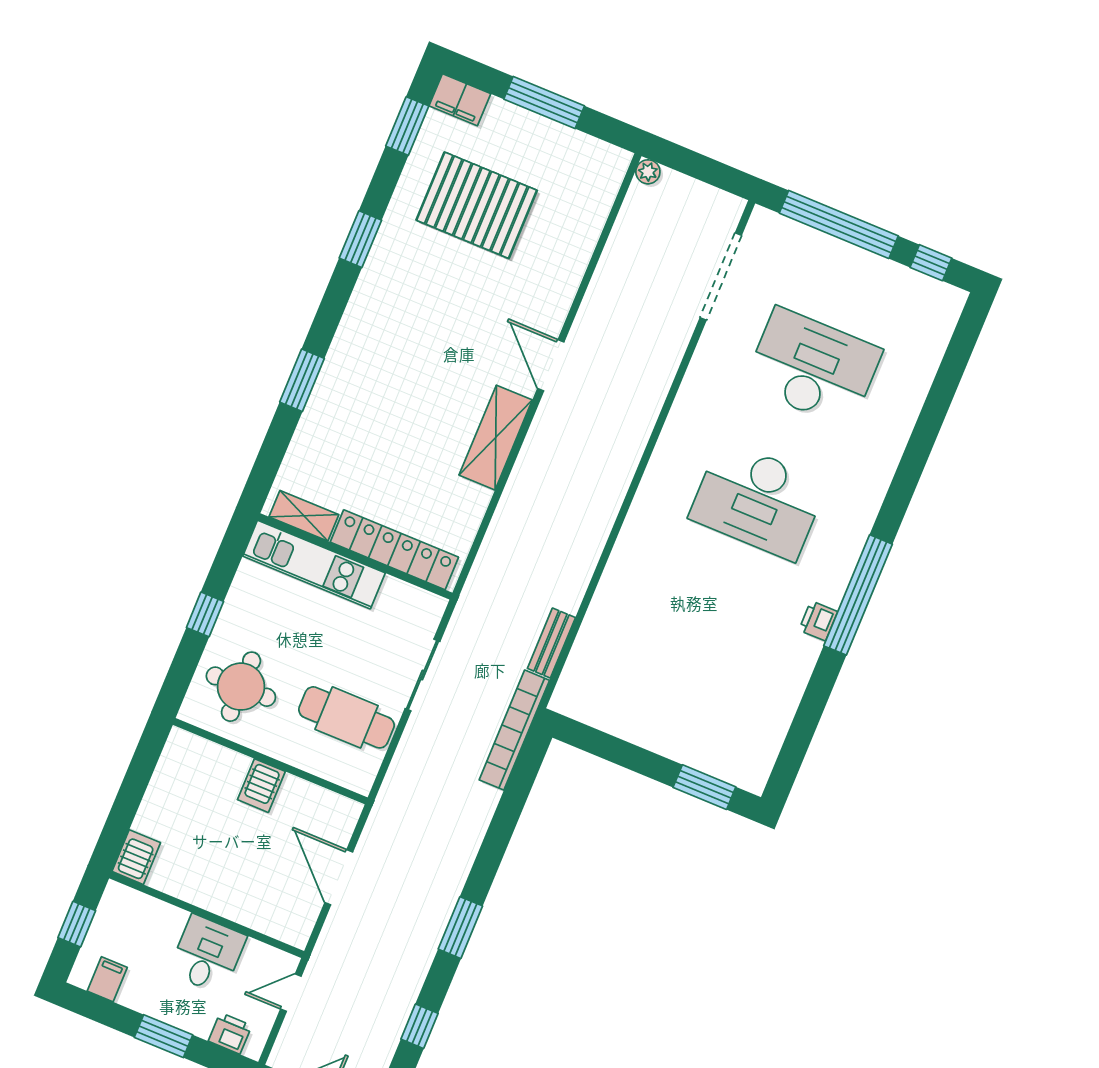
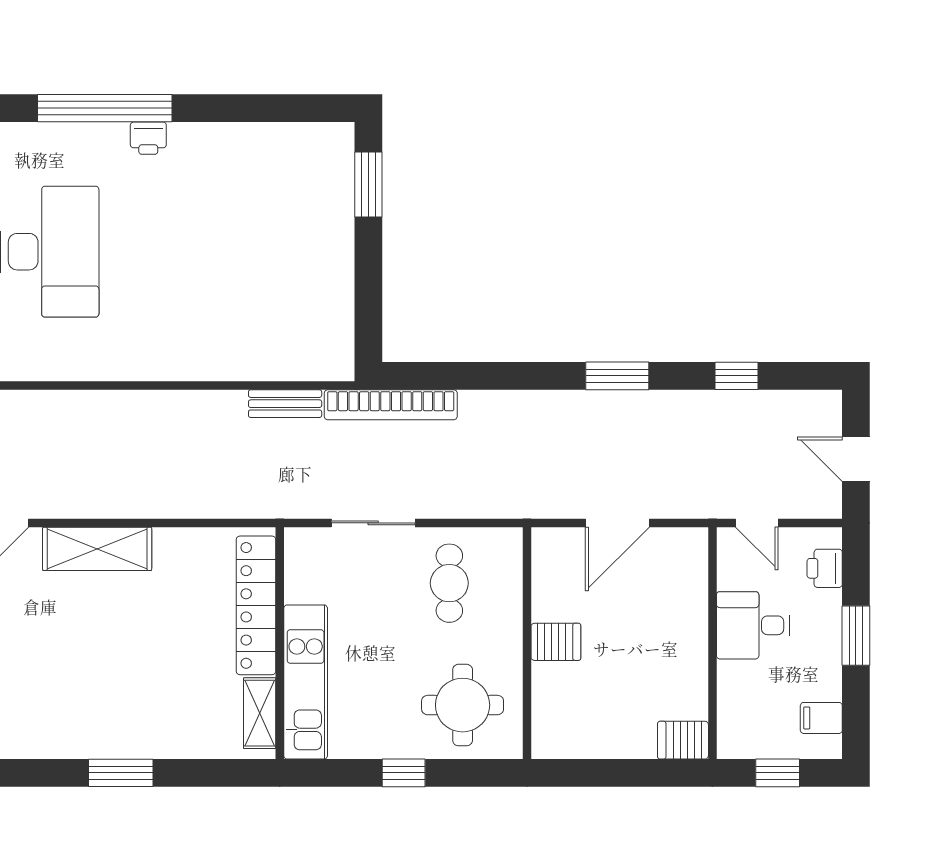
cafe table: (346, 717) -> (449, 583), width x0.73, depth x0.74

